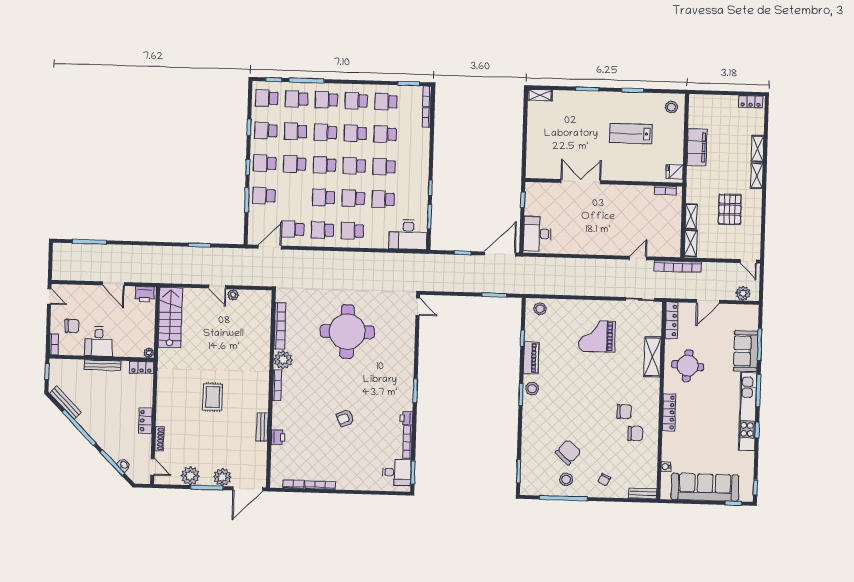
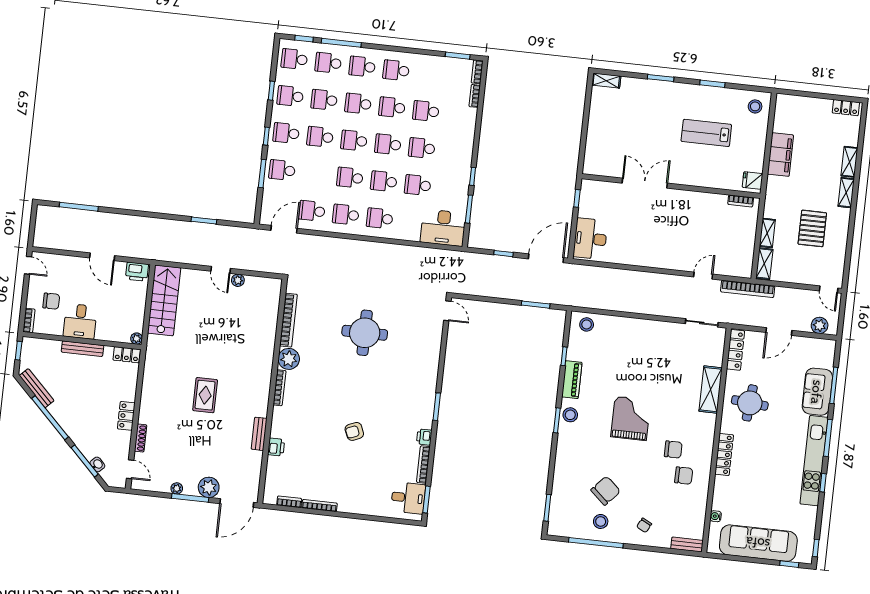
school desk: (386, 102) -> (430, 74), removed
round table: (347, 332) -> (365, 333), width x0.73, depth x0.73
grand piano: (597, 336) -> (631, 418), moved, turned 90
plant: (190, 476) -> (177, 488), width x0.53, depth x0.53

